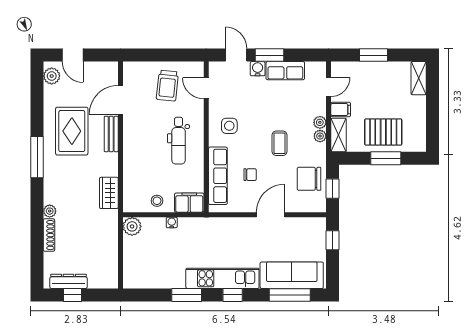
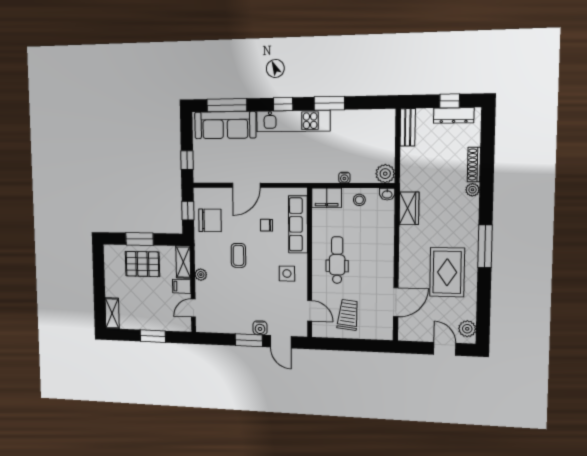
row of seats: (285, 71) -> (234, 325), removed
bench: (111, 134) -> (408, 127), moved
plant: (320, 136) -> (200, 261), removed
washbasin: (130, 207) -> (387, 194), added

